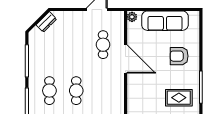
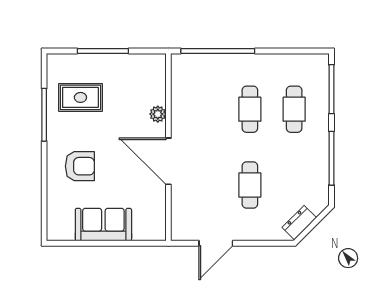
plant: (132, 17) -> (158, 114), moved
sofa: (165, 21) -> (103, 225), width x0.73
cafe table: (103, 45) -> (250, 185), moved

